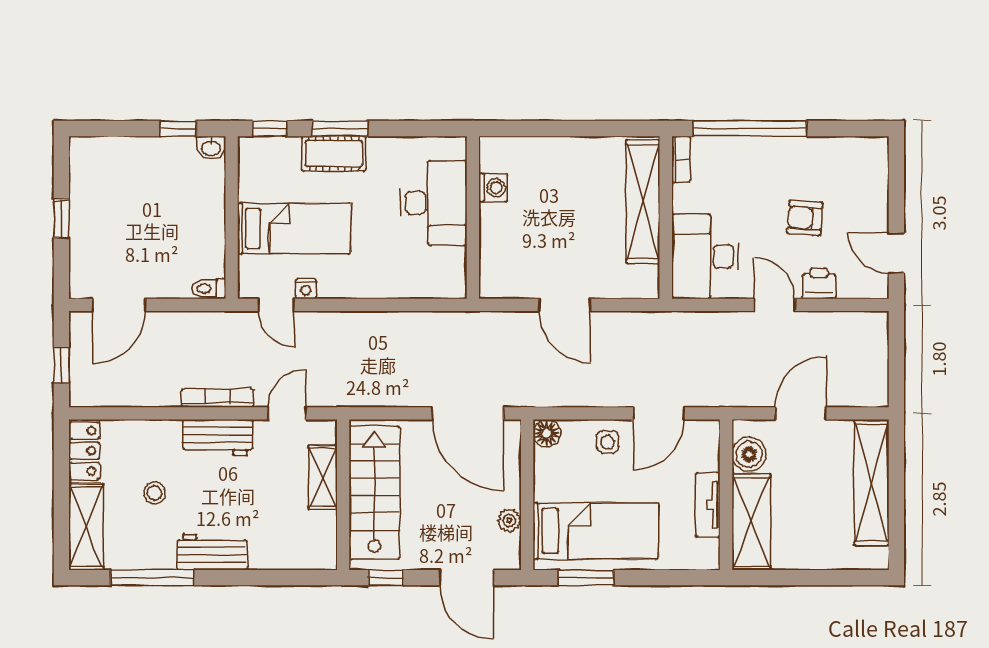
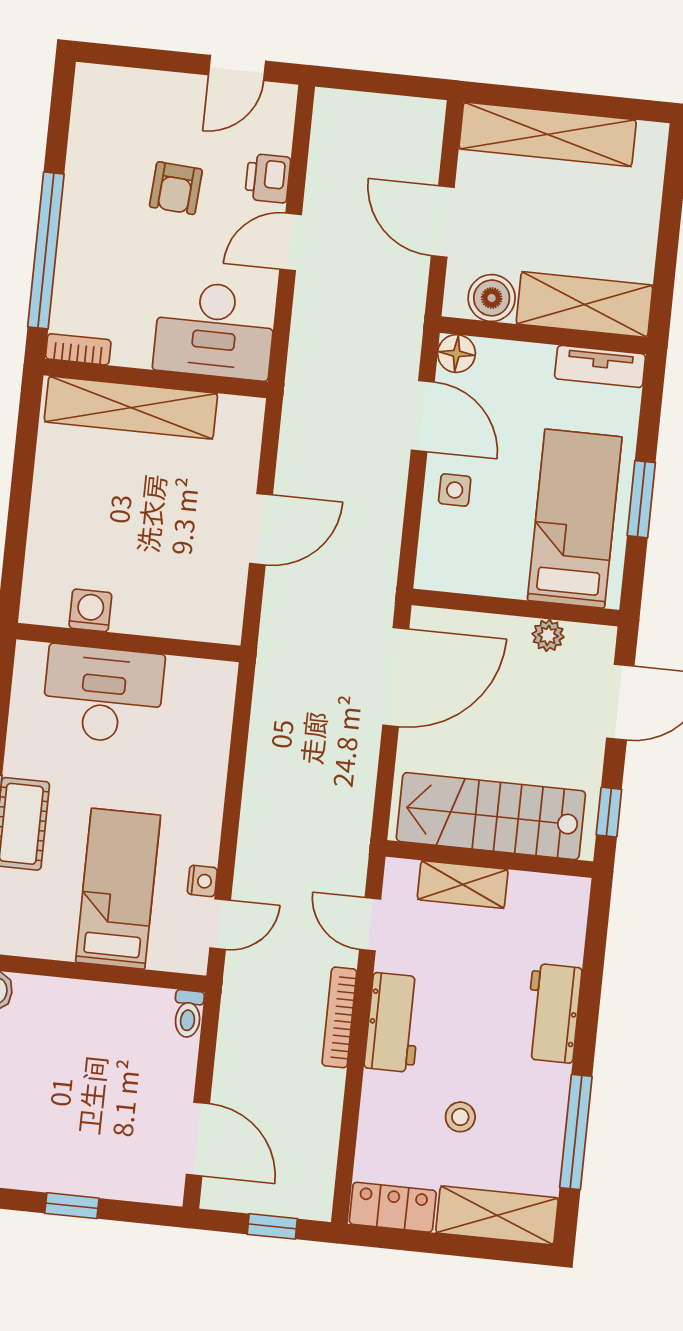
floor lamp: (547, 433) -> (456, 354), moved
tv unit: (708, 505) -> (600, 366), moved
workbench: (212, 552) -> (553, 1013), moved
window: (586, 578) -> (641, 499), moved

